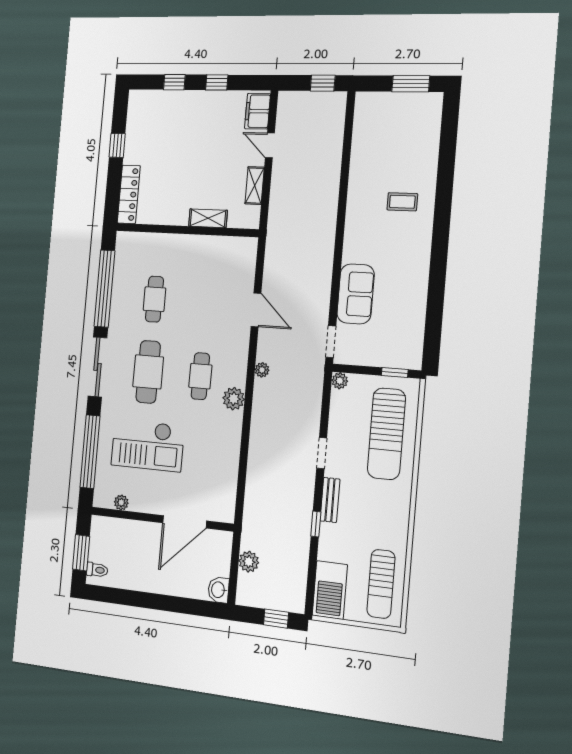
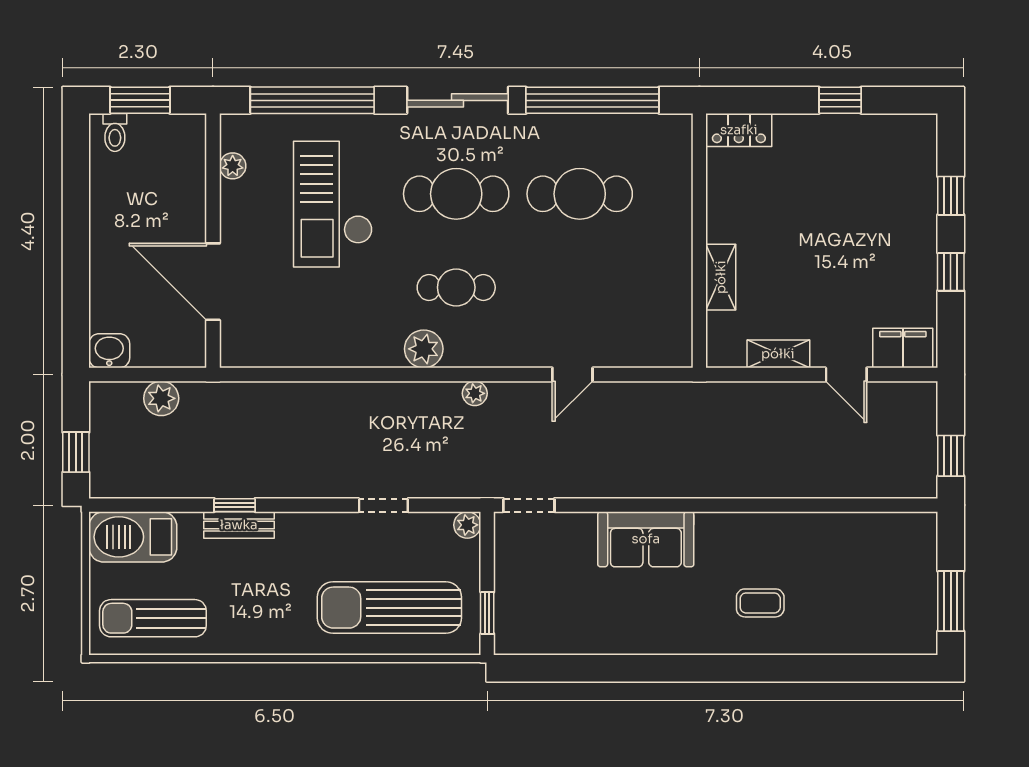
door: (270, 145) -> (846, 374), swing flipped
locker: (129, 194) -> (739, 130), width x0.66
coffee table: (402, 202) -> (760, 603), turned 90
sofa: (356, 294) -> (646, 539), moved
cafe table: (154, 299) -> (580, 194), width x1.37, depth x1.35
door: (256, 310) -> (572, 374), width x0.73
doorway: (322, 453) -> (383, 505), moved
bench: (330, 500) -> (239, 525), moved

